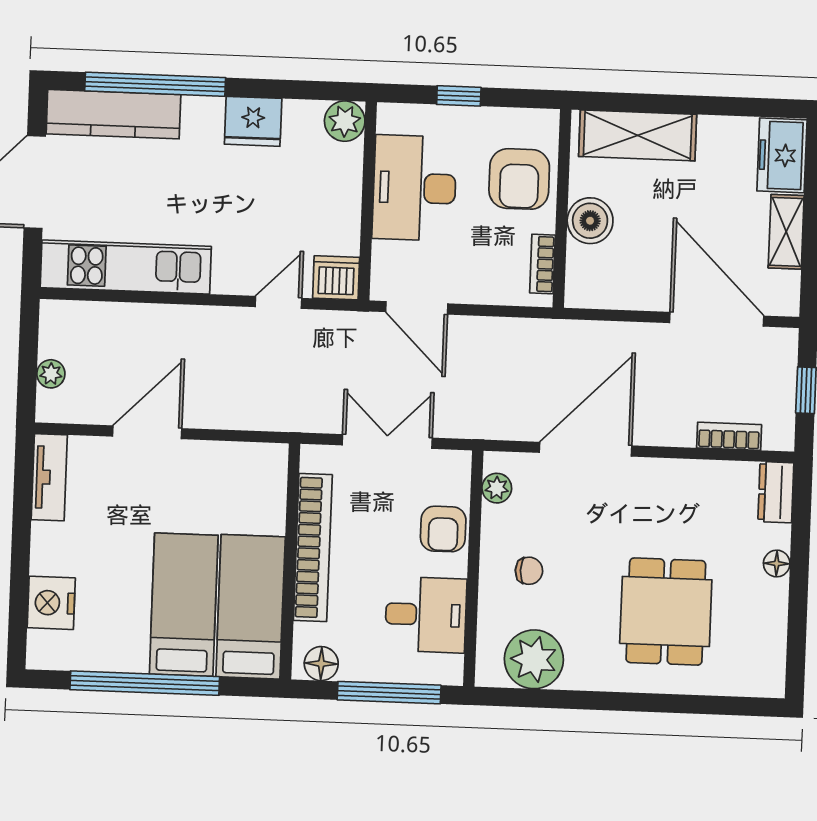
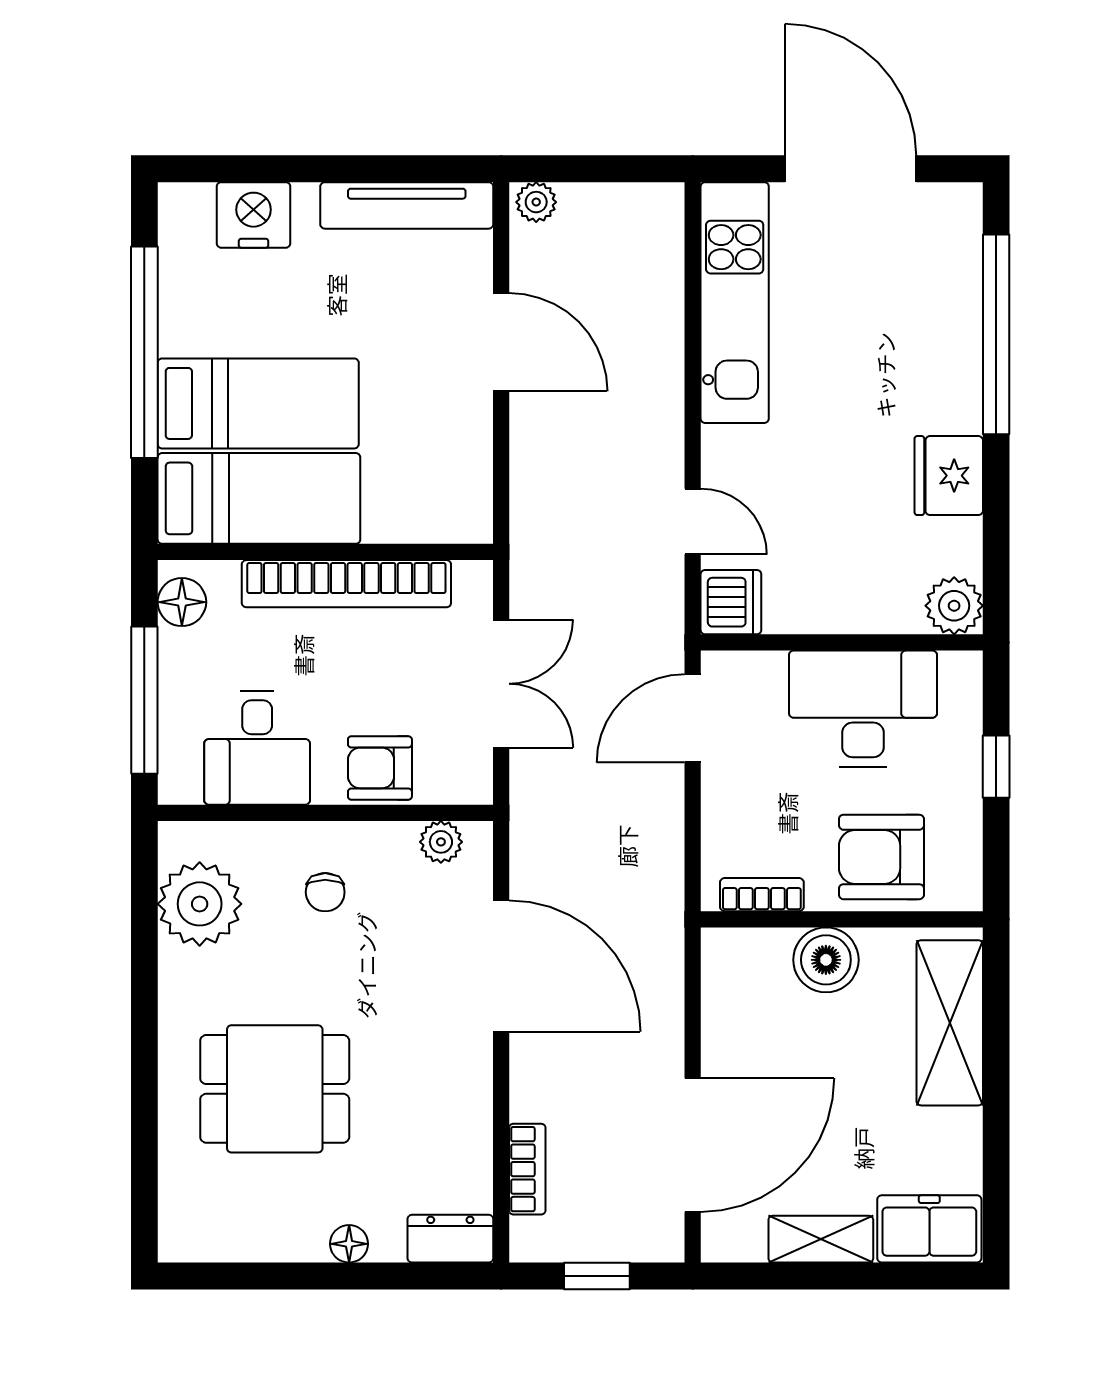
kitchen counter: (113, 114) -> (951, 277), removed
plant: (51, 374) -> (536, 202), moved
tv unit: (49, 477) -> (407, 205), width x1.41

